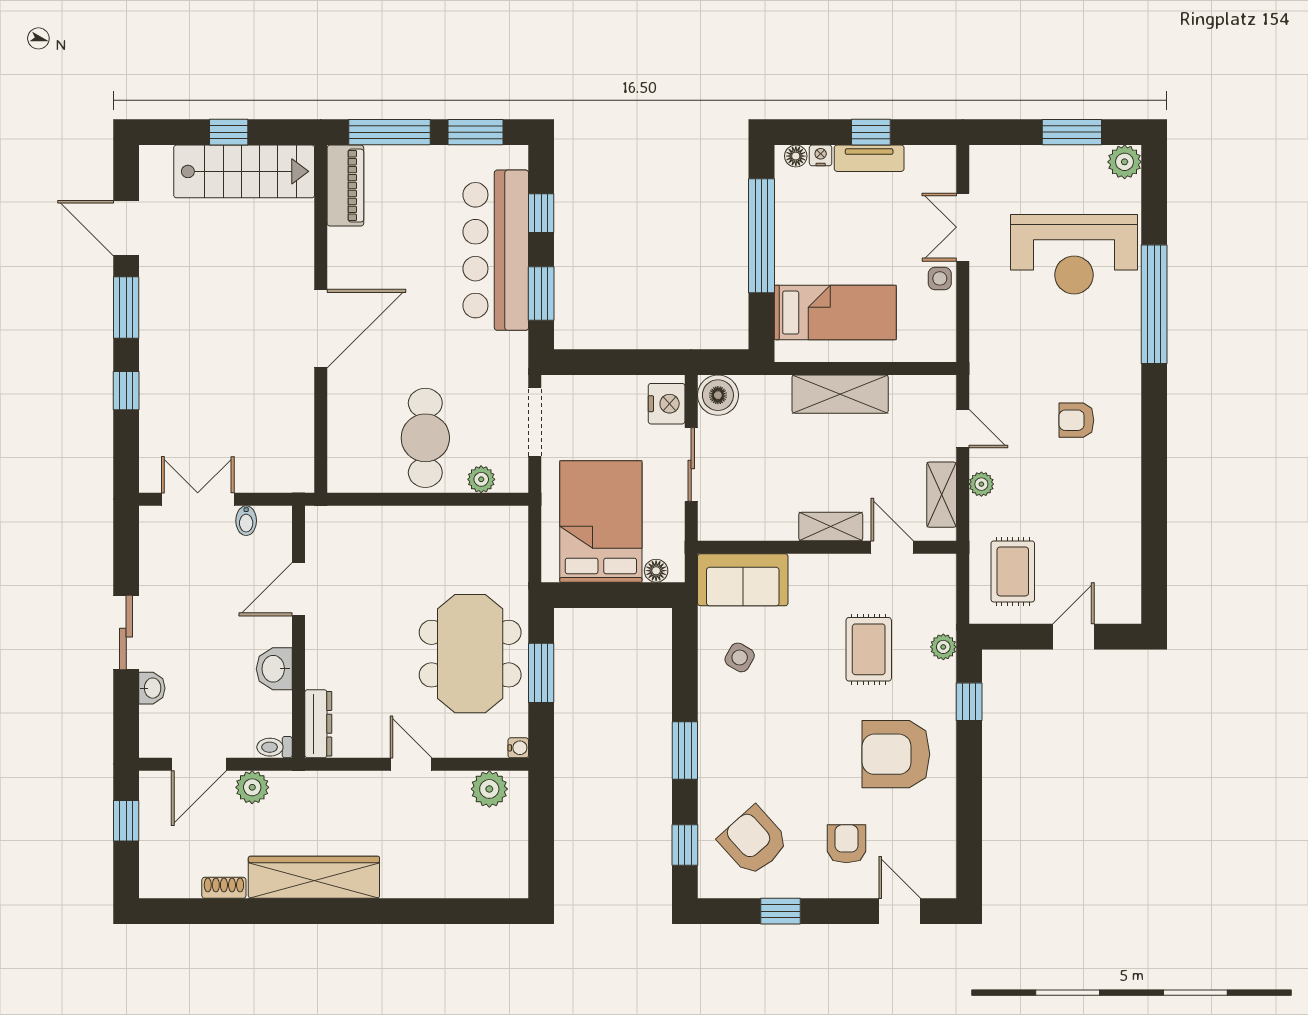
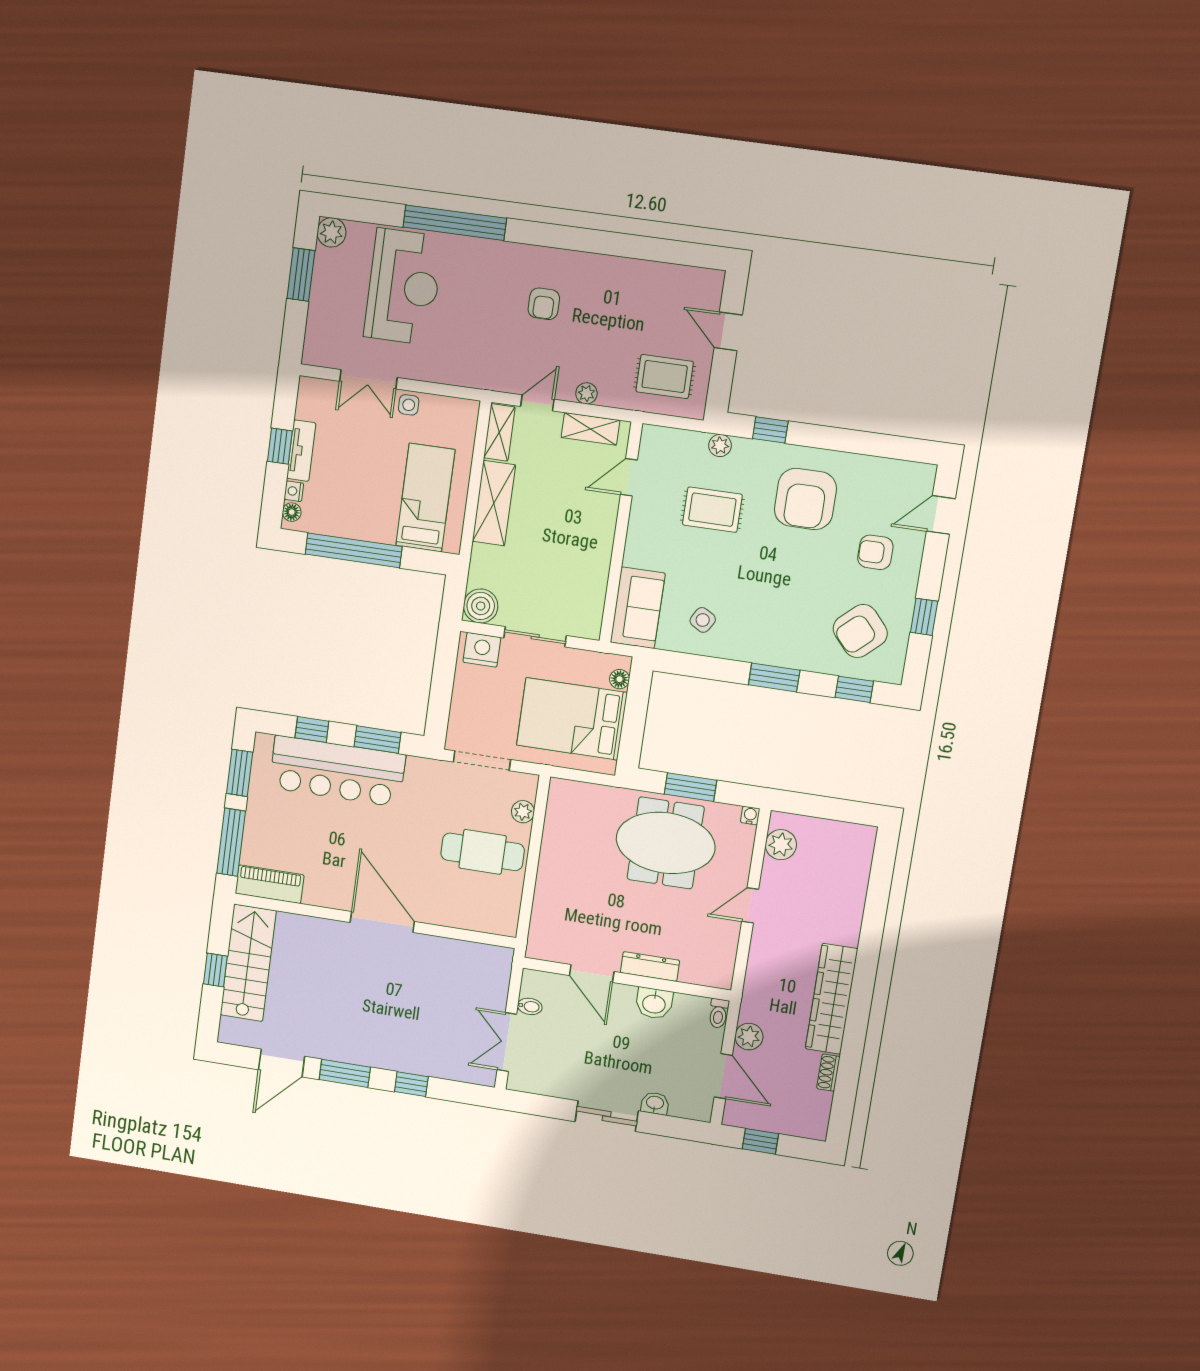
shelving: (831, 526) -> (499, 432), moved
dresser: (318, 724) -> (650, 966), moved

